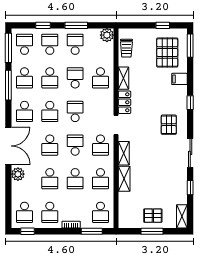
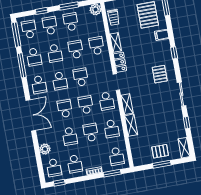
school desk: (100, 78) -> (97, 46), turned 180
school desk: (50, 145) -> (65, 109), turned 180
plant: (18, 174) -> (45, 149), moved
school desk: (75, 179) -> (91, 132), turned 180

